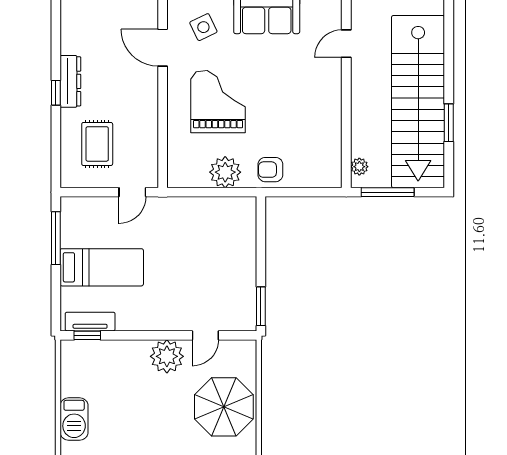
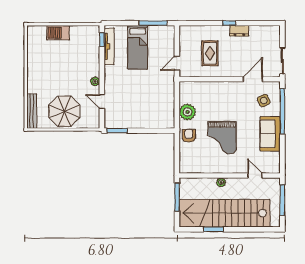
dresser: (70, 81) -> (239, 31), width x0.70
grand piano: (218, 102) -> (222, 138), moved, turned 90
rug: (97, 144) -> (210, 53), moved, turned 90
plant: (359, 167) -> (221, 182), moved
door: (132, 192) -> (177, 63), hinge flipped
tv unit: (90, 322) -> (109, 46), width x1.41
plant: (167, 356) -> (95, 81), width x0.53, depth x0.53

